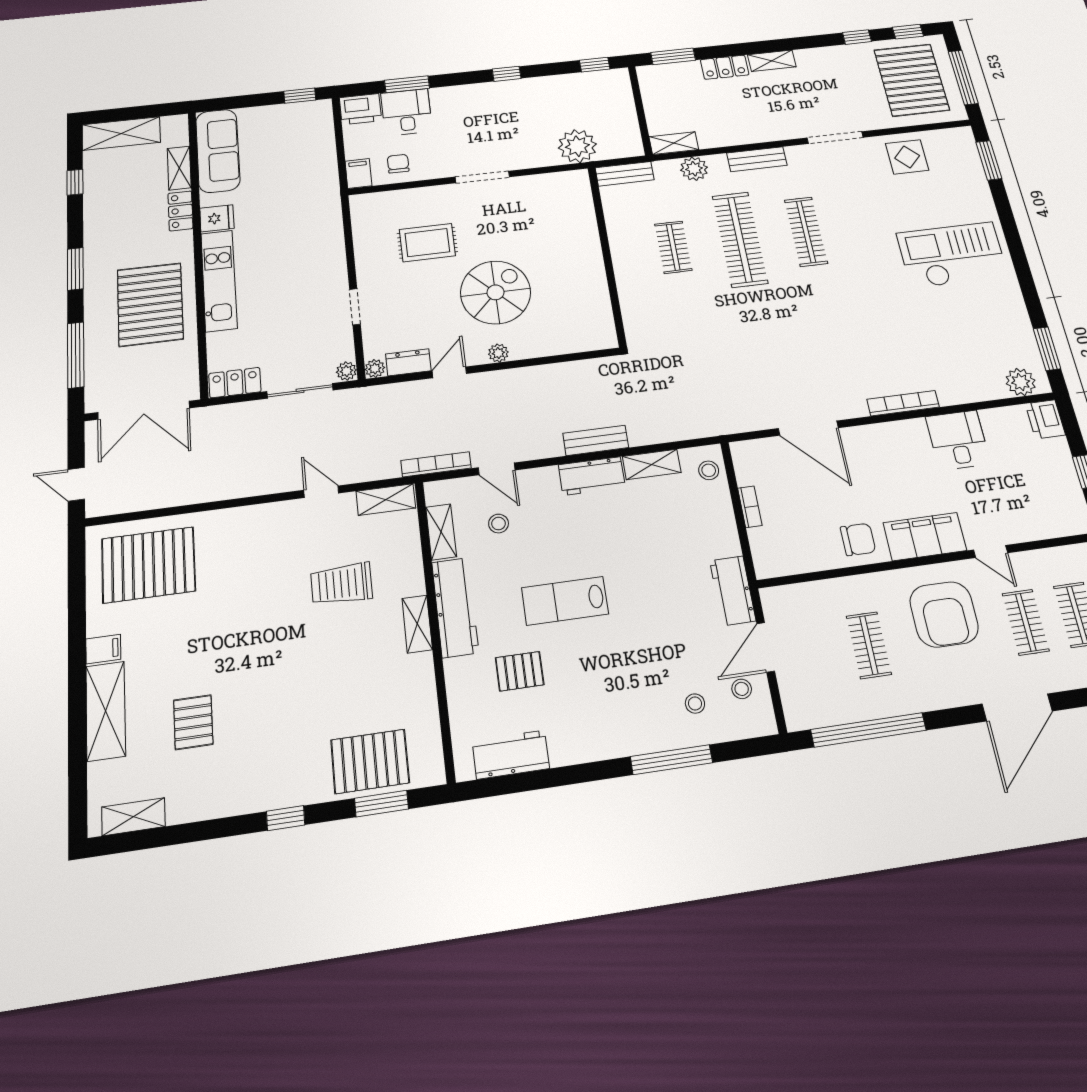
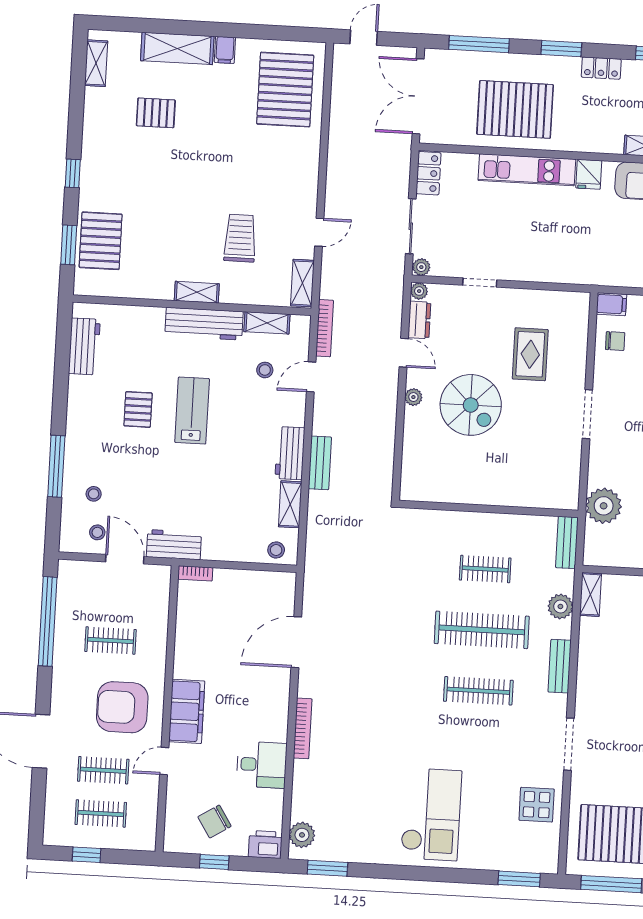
locker: (180, 211) -> (601, 68), moved, turned 180
bookcase: (750, 507) -> (195, 573), moved
chair: (858, 539) -> (214, 821), moved, turned 58
pallet: (520, 671) -> (138, 409), moved

